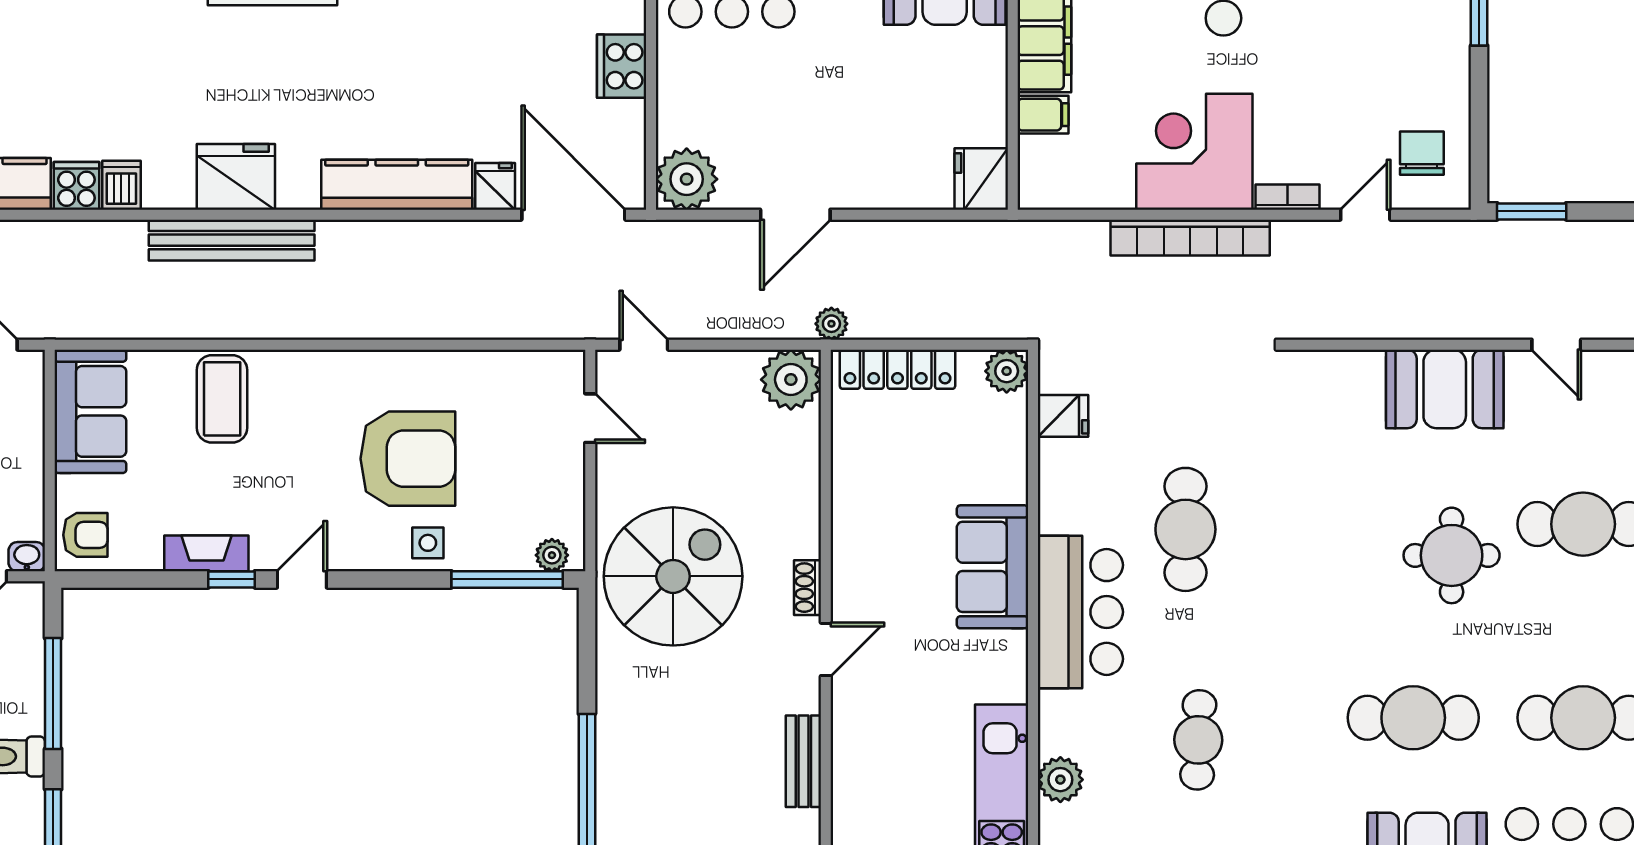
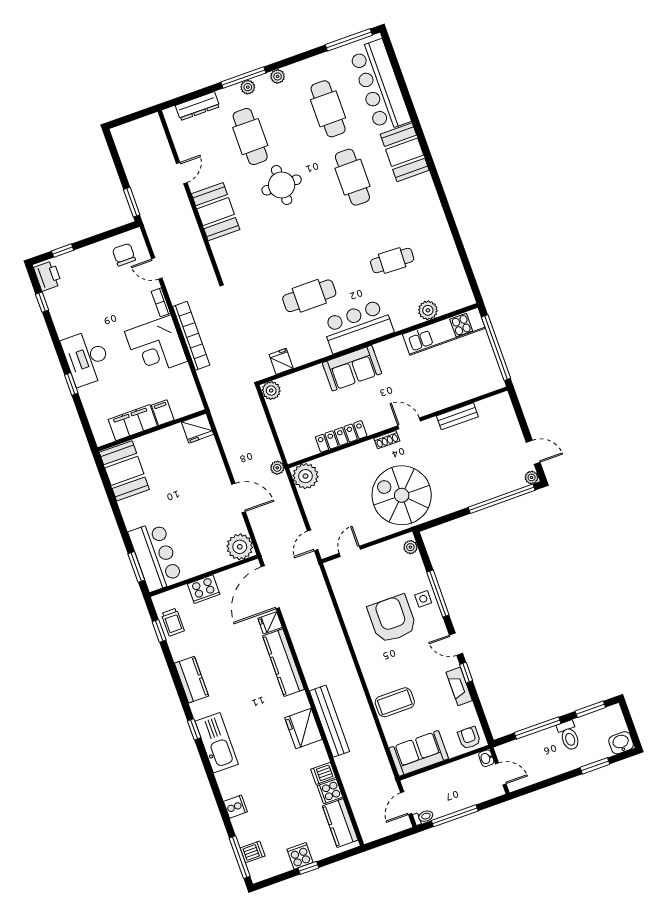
chair: (1422, 153) -> (124, 255), turned 90
locker: (897, 369) -> (341, 436), moved, turned -90
window: (507, 579) -> (438, 594), moved

